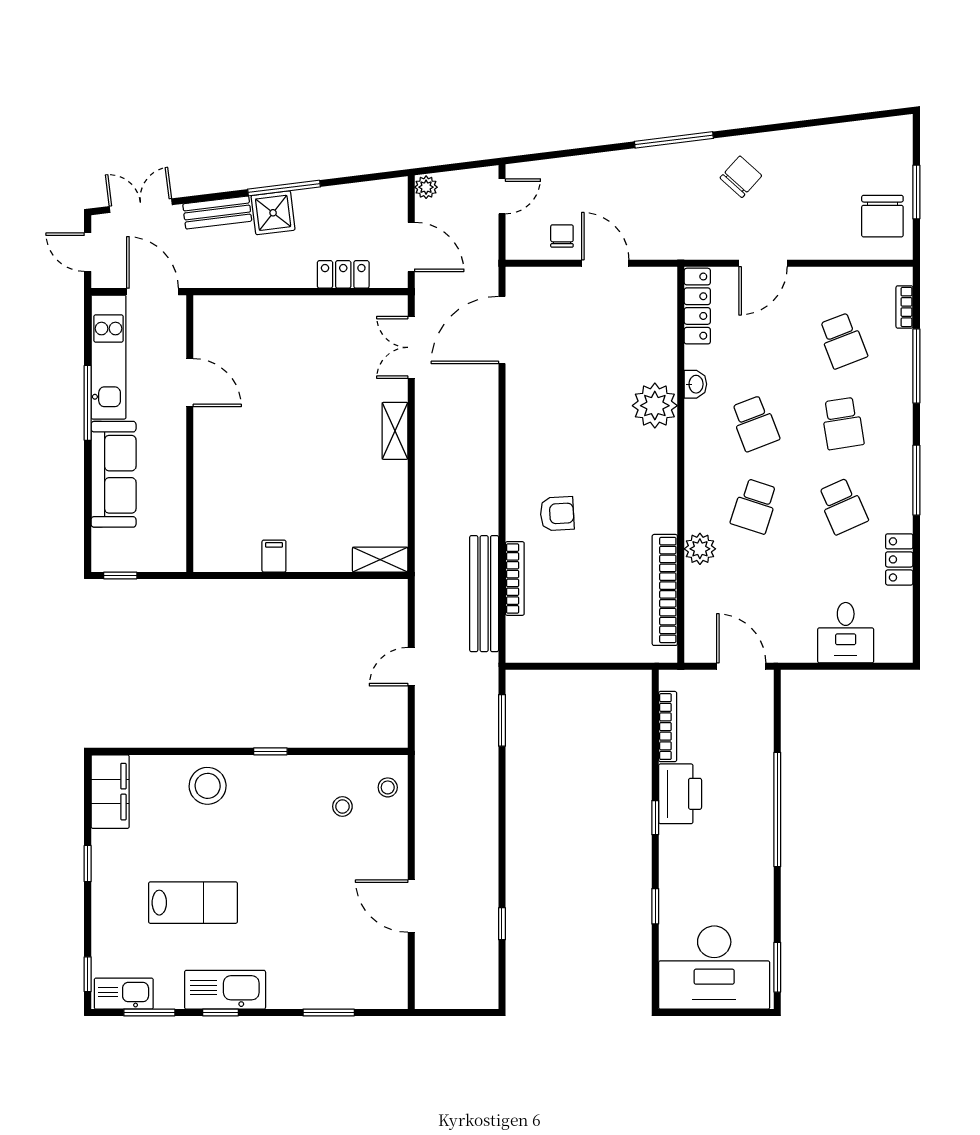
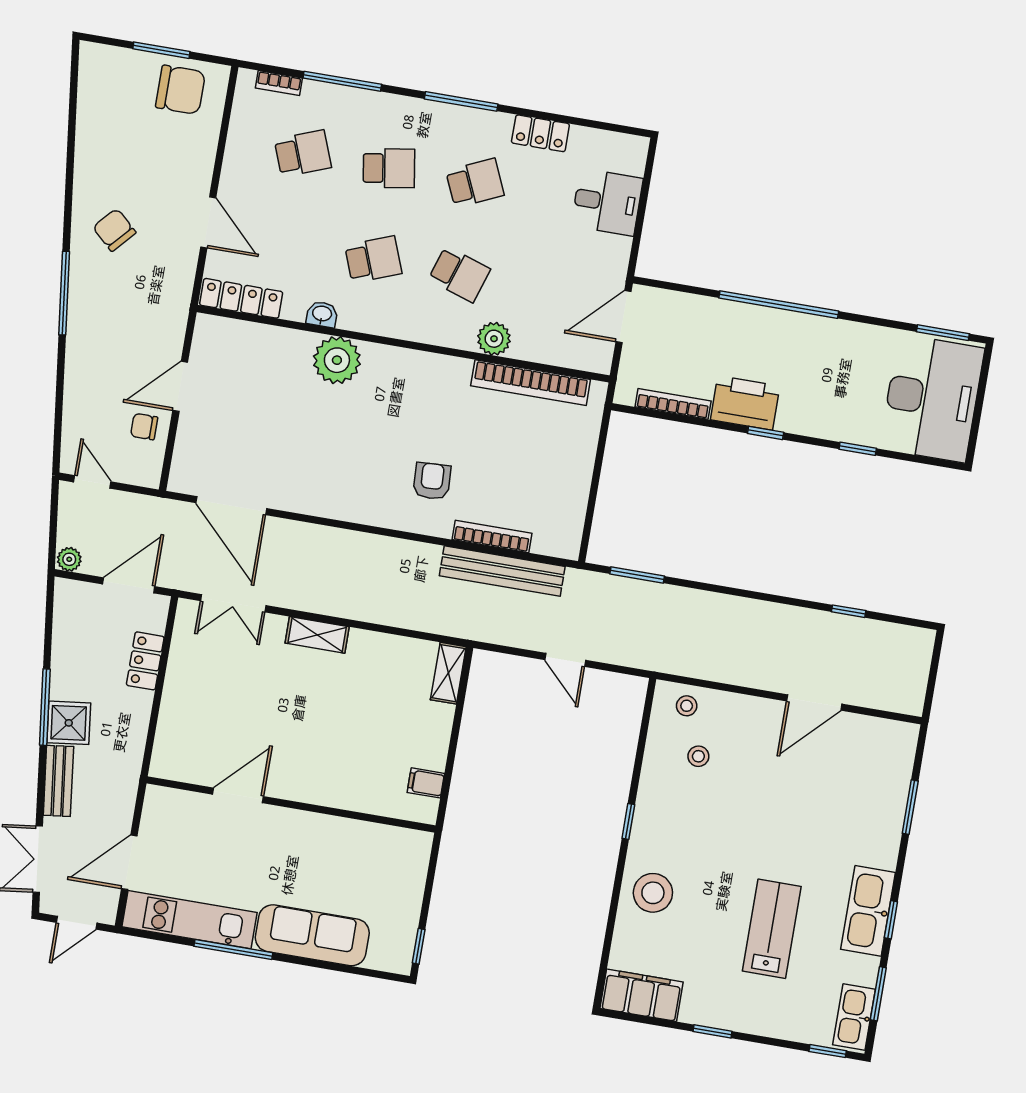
door: (190, 383) -> (238, 795), moved
wall: (190, 434) -> (291, 804), moved

